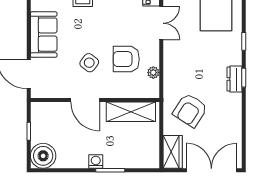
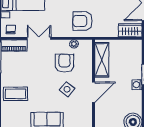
armchair: (126, 59) -> (64, 63), turned 180
armchair: (190, 110) -> (82, 21), moved, turned 147

